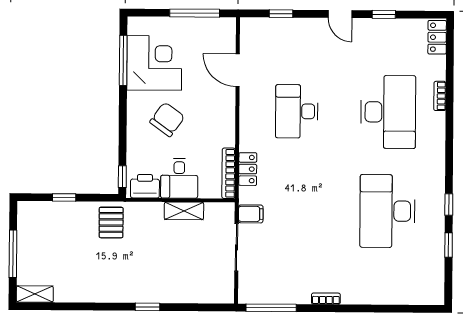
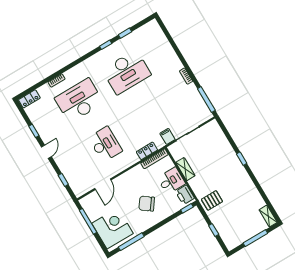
corner desk: (154, 63) -> (112, 228), moved, turned 90
desk: (297, 111) -> (105, 144), turned -90

